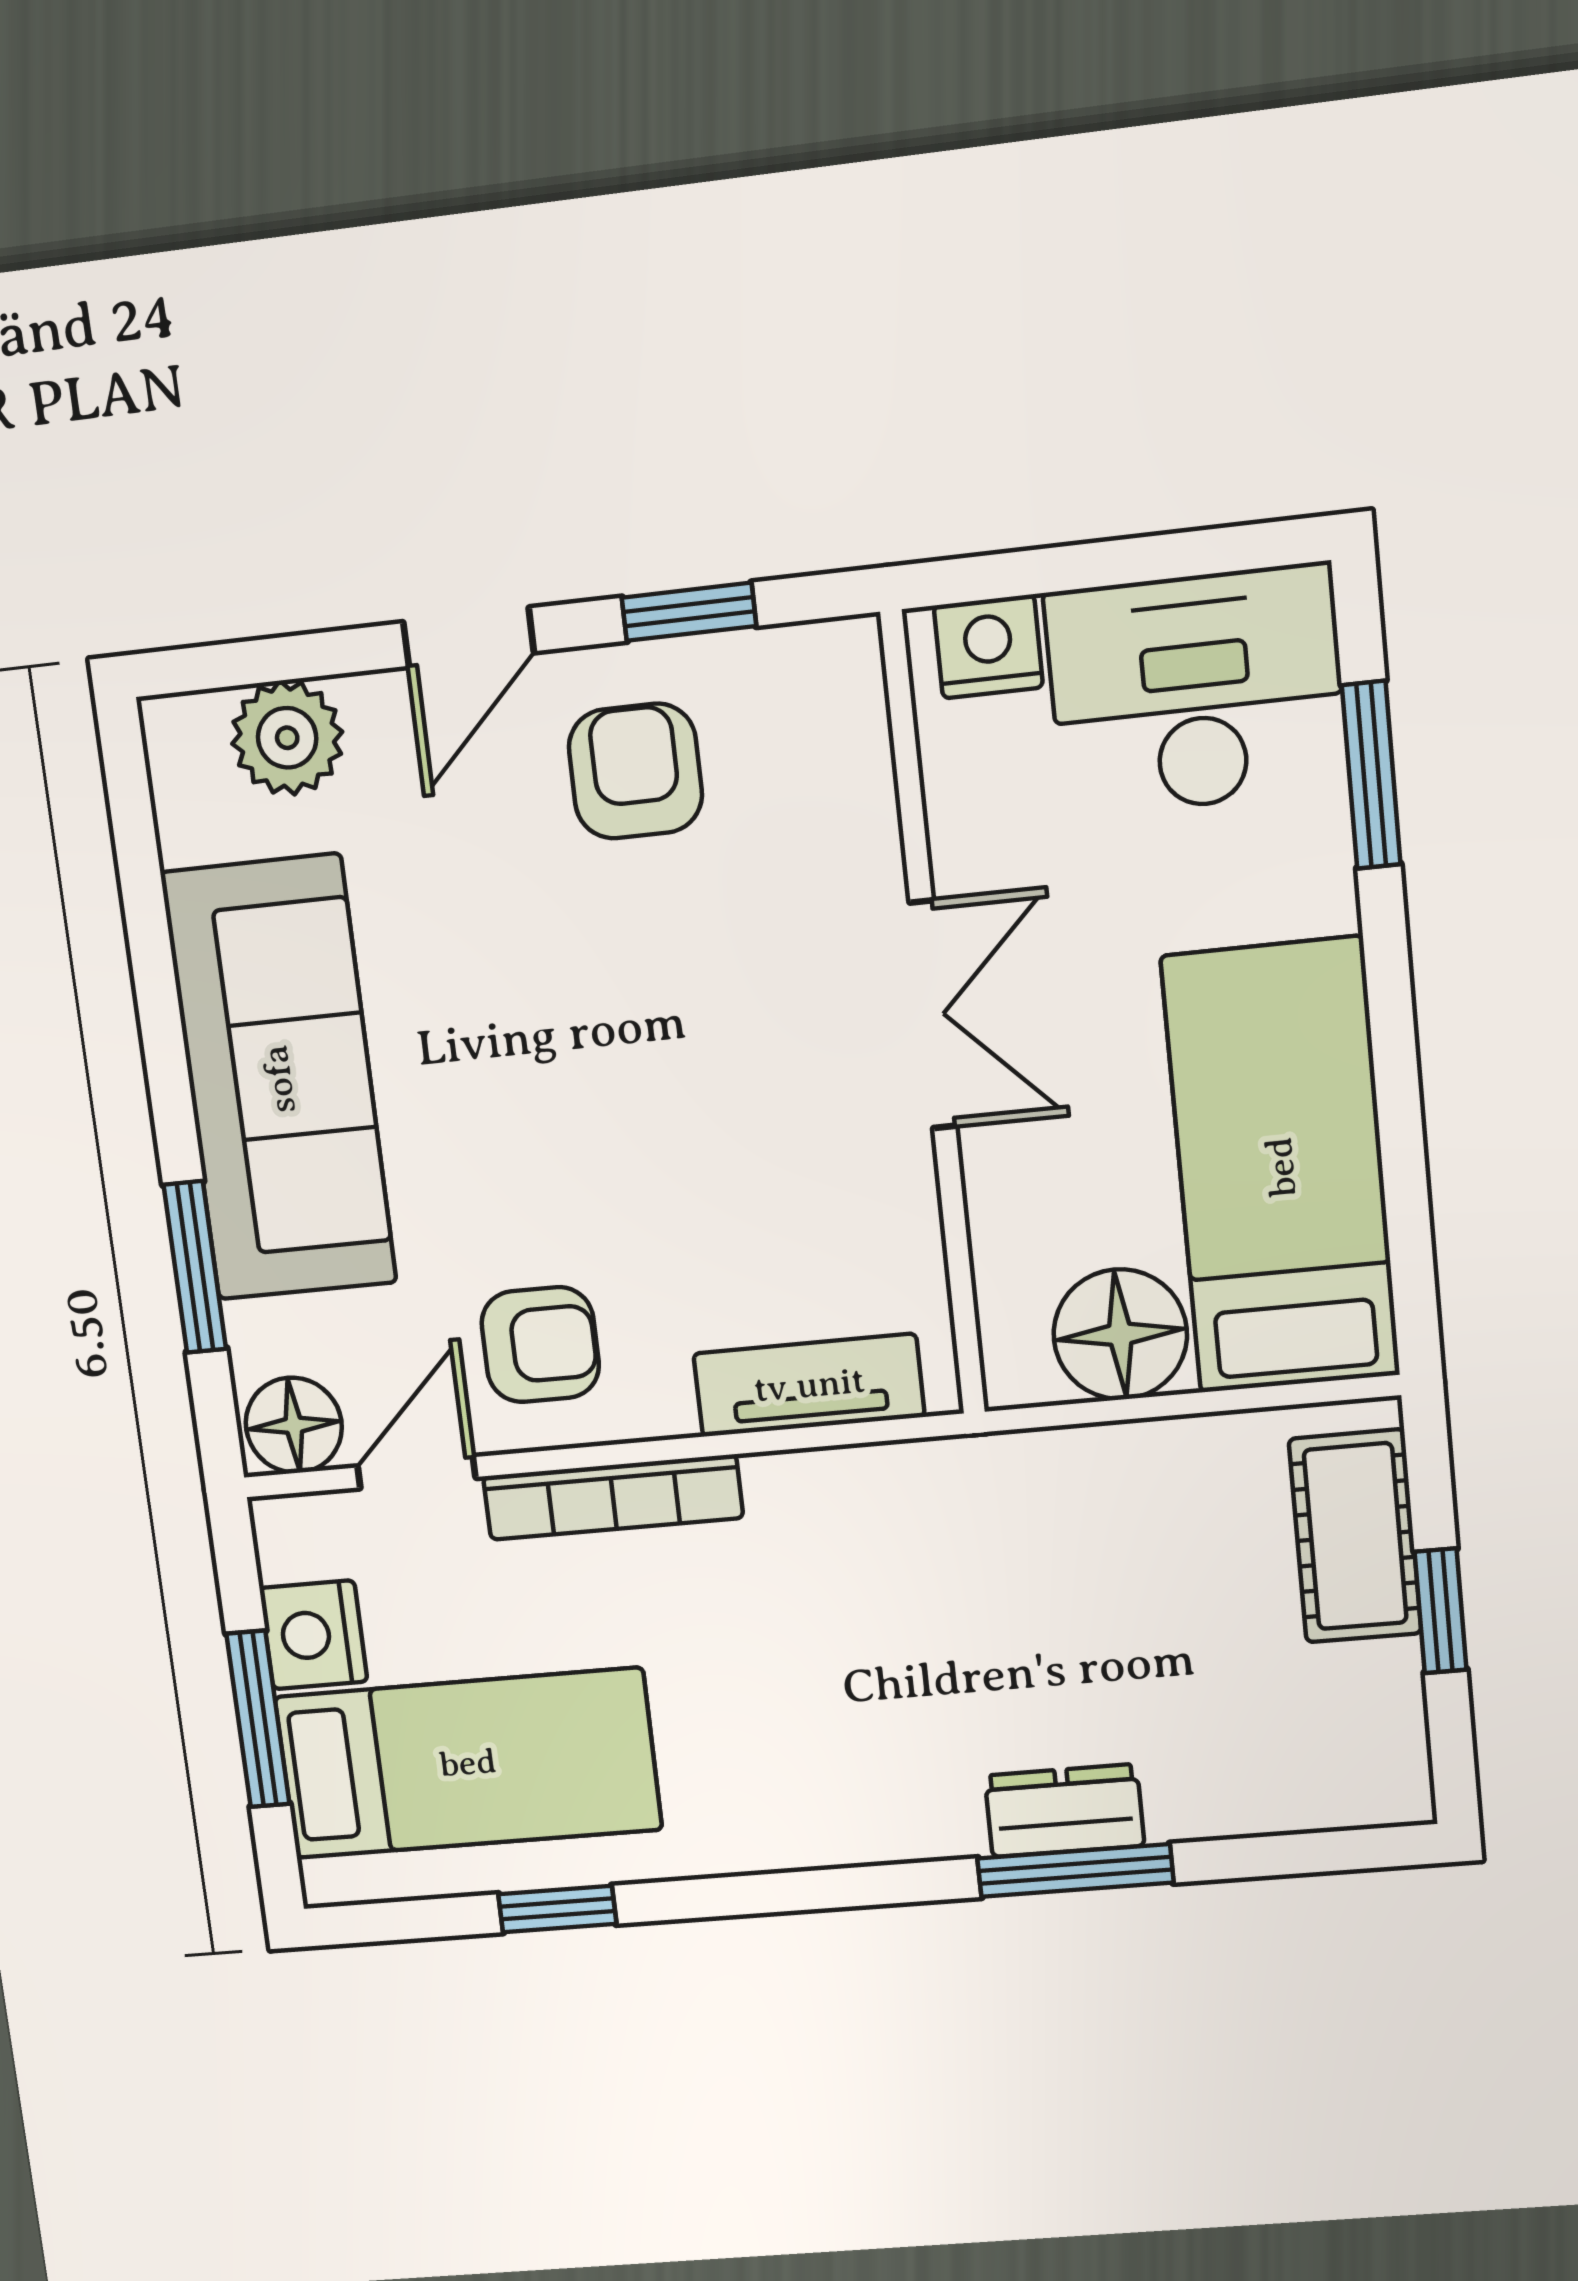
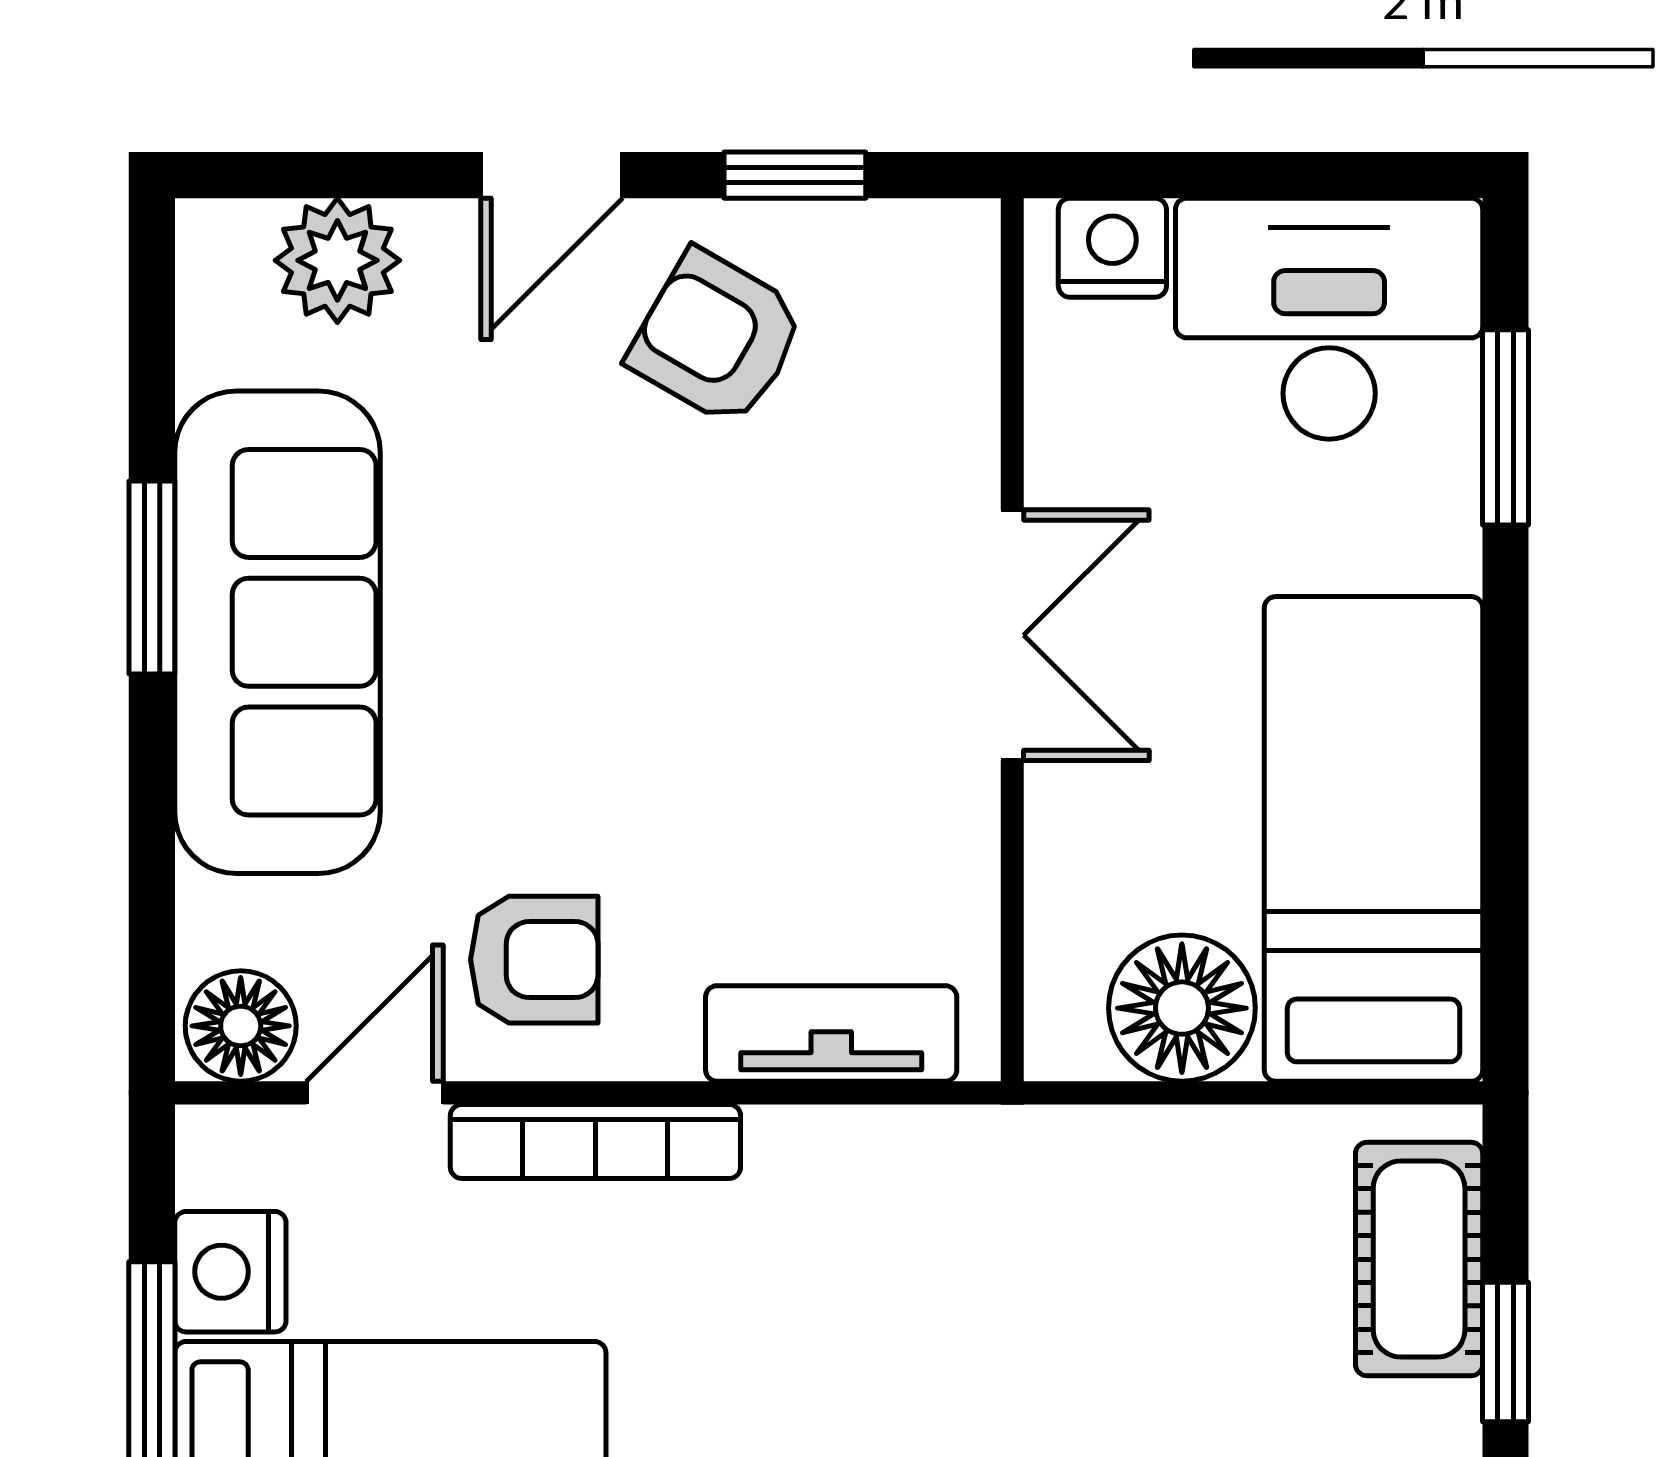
armchair: (635, 771) -> (717, 338), turned -60
window: (195, 1267) -> (152, 578), moved

